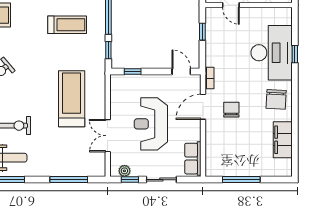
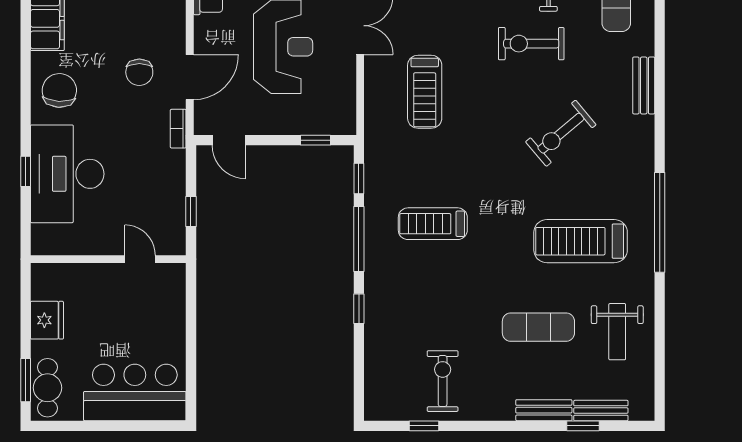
treadmill: (72, 99) -> (425, 92), width x0.73, depth x0.73

